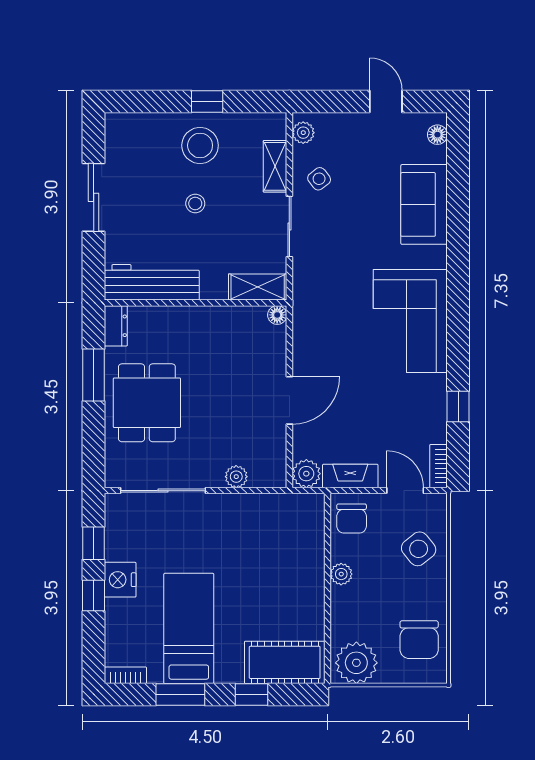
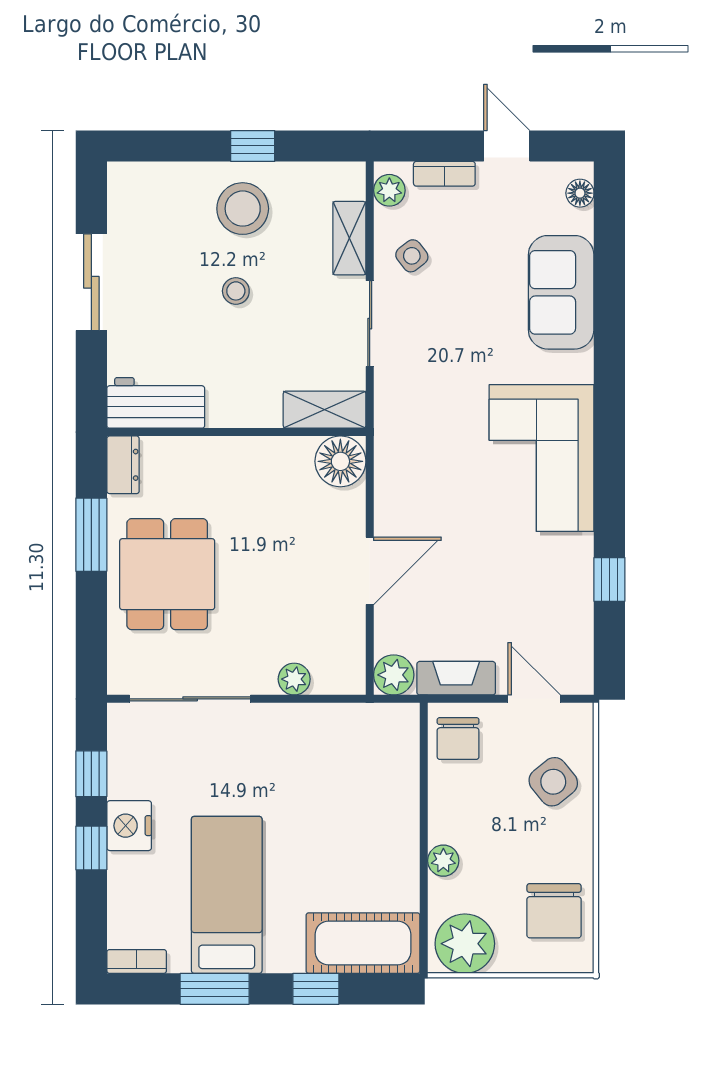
workbench: (152, 282) -> (156, 403), width x0.73
floor lamp: (277, 315) -> (340, 461), width x1.89, depth x1.89
bookcase: (439, 466) -> (444, 174), moved, turned -90
plant: (341, 574) -> (443, 861), moved

